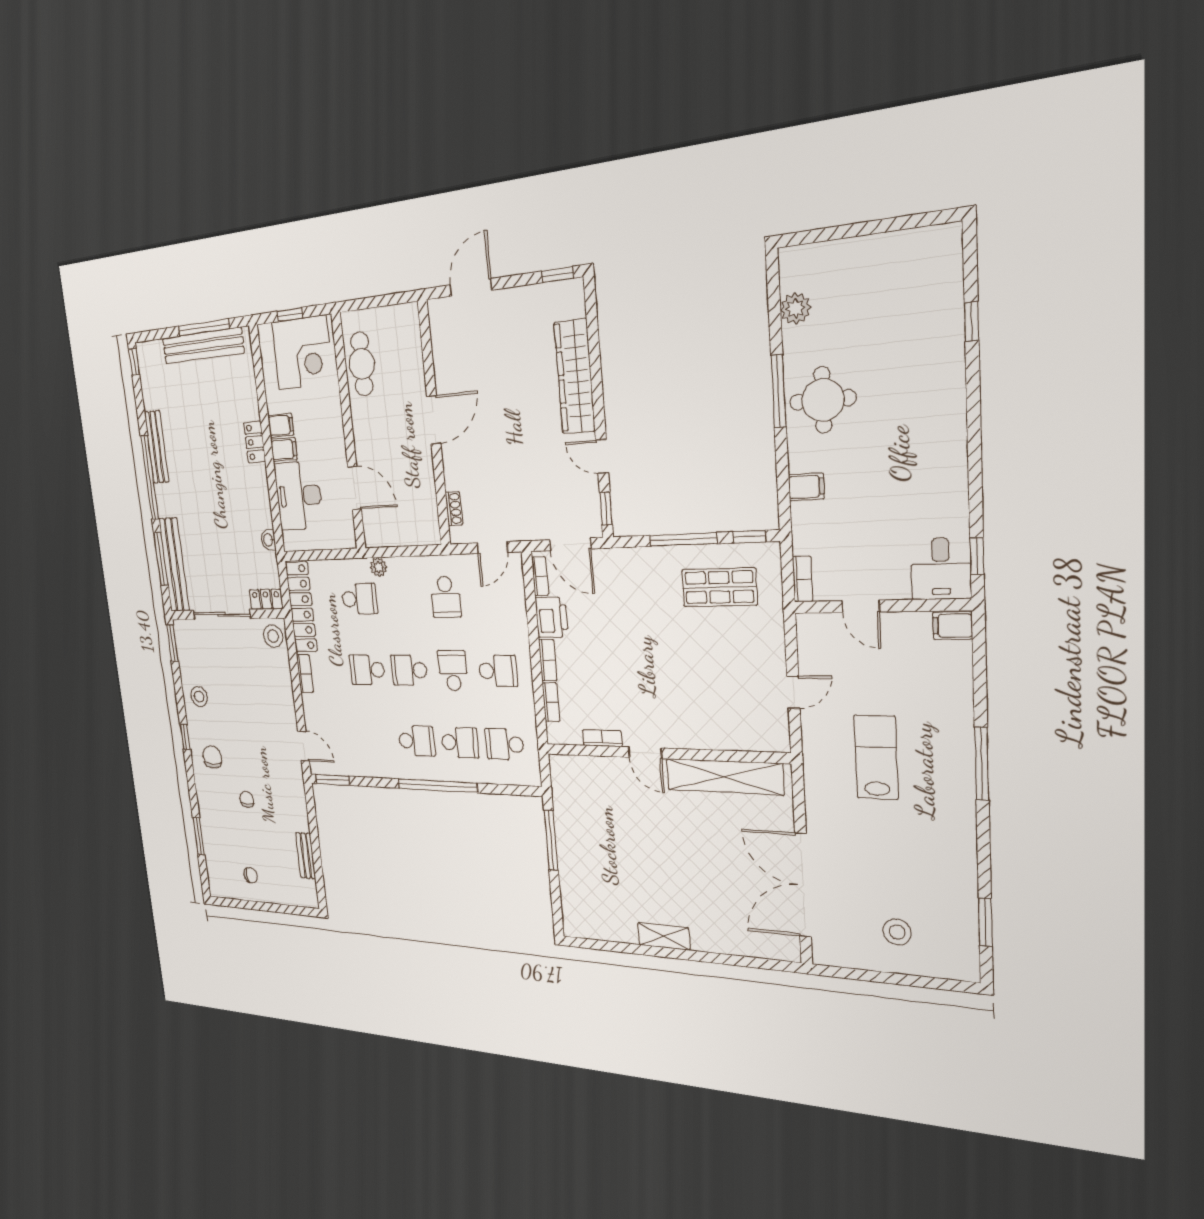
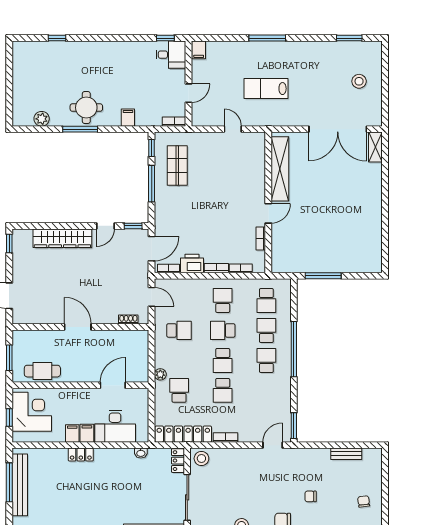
window: (375, 302) -> (9, 358), added
shelving: (664, 936) -> (375, 147), moved

